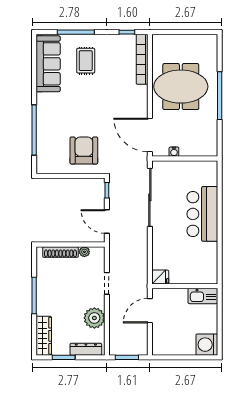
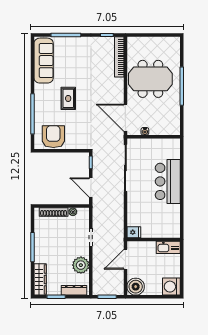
rug: (86, 61) -> (68, 98), moved
armchair: (84, 150) -> (53, 137), moved
boiler: (162, 345) -> (136, 287), added

